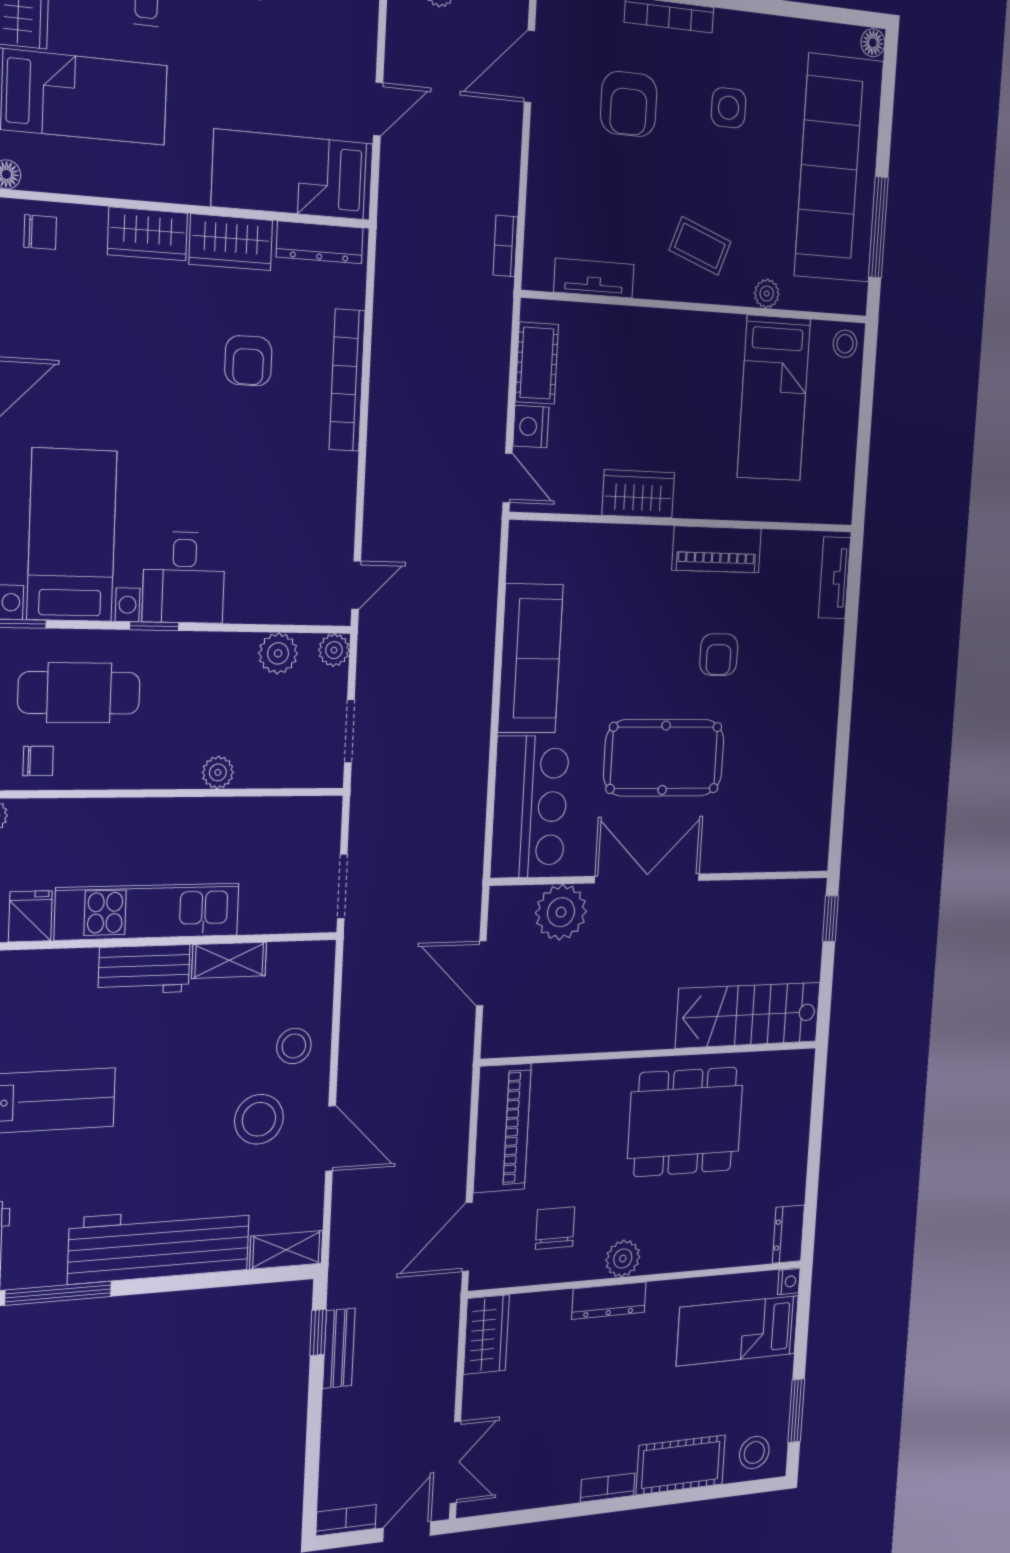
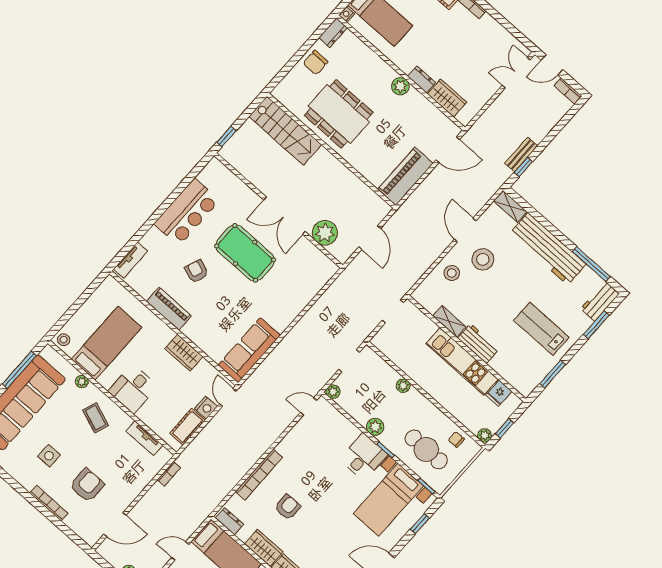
dresser: (320, 242) -> (229, 521), width x0.70
desk: (676, 354) -> (133, 389), added
plant: (278, 653) -> (375, 427), moved
armchair: (719, 655) -> (196, 271), turned -69
sofa: (530, 658) -> (249, 350), moved
bar counter: (530, 807) -> (187, 212), moved, turned 180
chair: (555, 1228) -> (315, 62), moved
dresser: (609, 1301) -> (422, 79), width x0.70
wardrobe: (486, 1335) -> (447, 98), moved, turned 90

